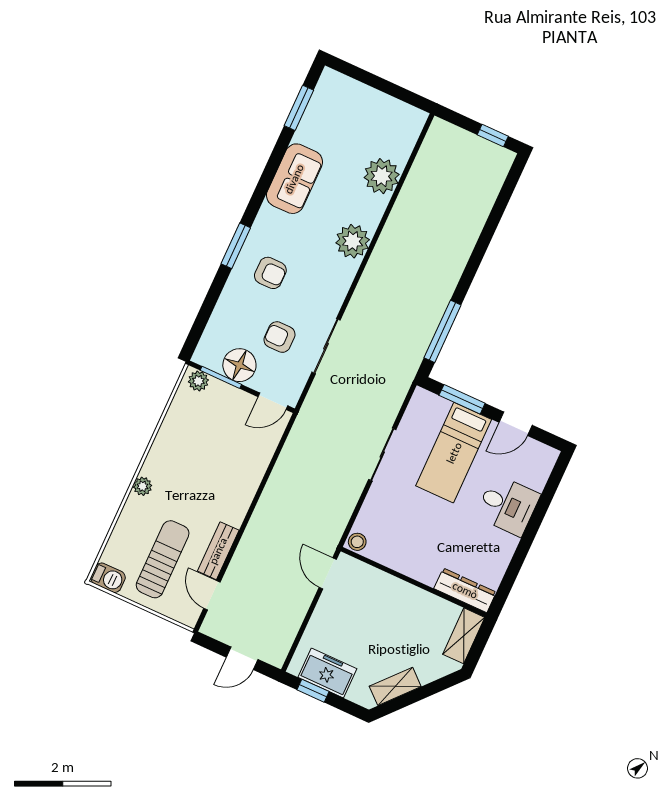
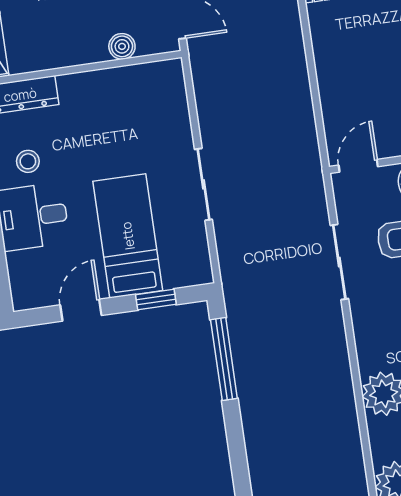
window: (462, 399) -> (156, 299), width x0.67
stool: (357, 542) -> (28, 161), moved
boiler: (377, 579) -> (122, 46), added

